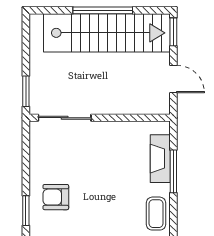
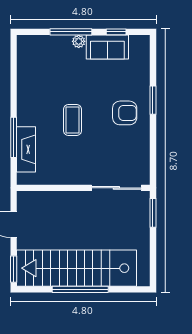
coffee table: (156, 214) -> (72, 120), moved

